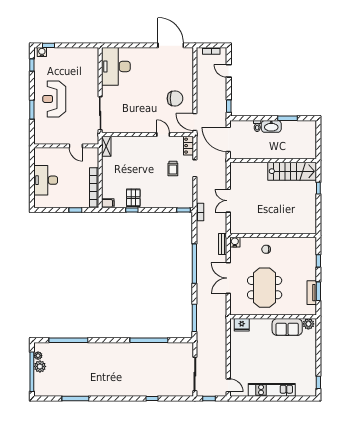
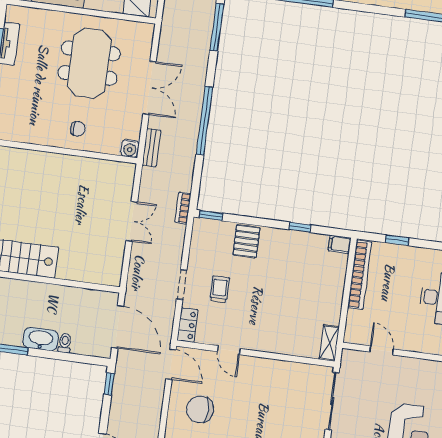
pallet: (133, 198) -> (246, 241), moved

